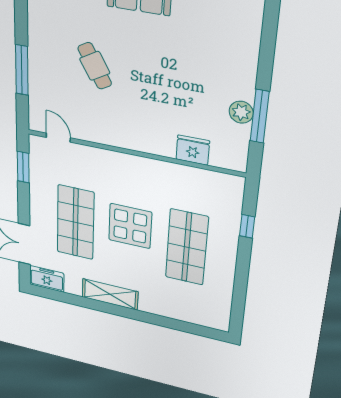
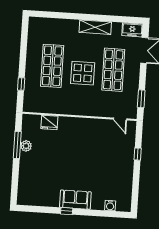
cafe table: (95, 66) -> (99, 161), removed
window: (22, 70) -> (138, 154), width x0.46

